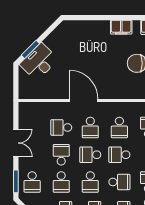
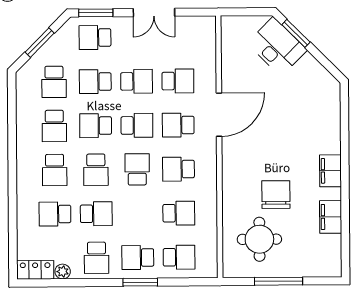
school desk: (61, 127) -> (178, 81), turned 90
school desk: (90, 155) -> (137, 125), turned 90

